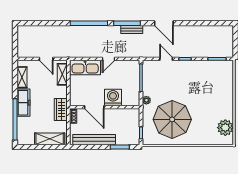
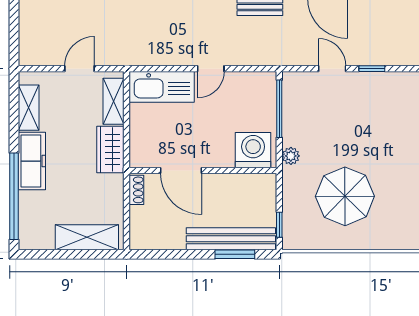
door: (46, 59) -> (80, 69), swing flipped
washing machine: (113, 98) -> (253, 150), moved
wardrobe: (61, 110) -> (110, 149), moved
parasol: (172, 119) -> (345, 196), width x0.73, depth x0.73
bench: (94, 140) -> (231, 239), moved

